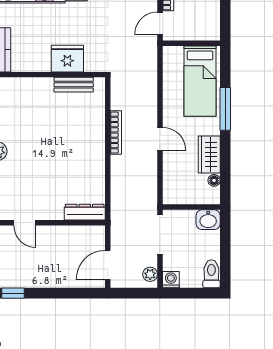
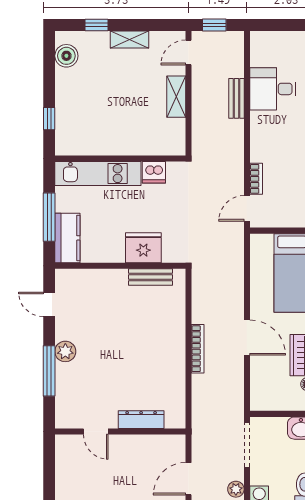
bookcase: (116, 133) -> (198, 349), moved
door: (160, 139) -> (247, 338), width x1.38
dresser: (85, 212) -> (141, 420), moved

